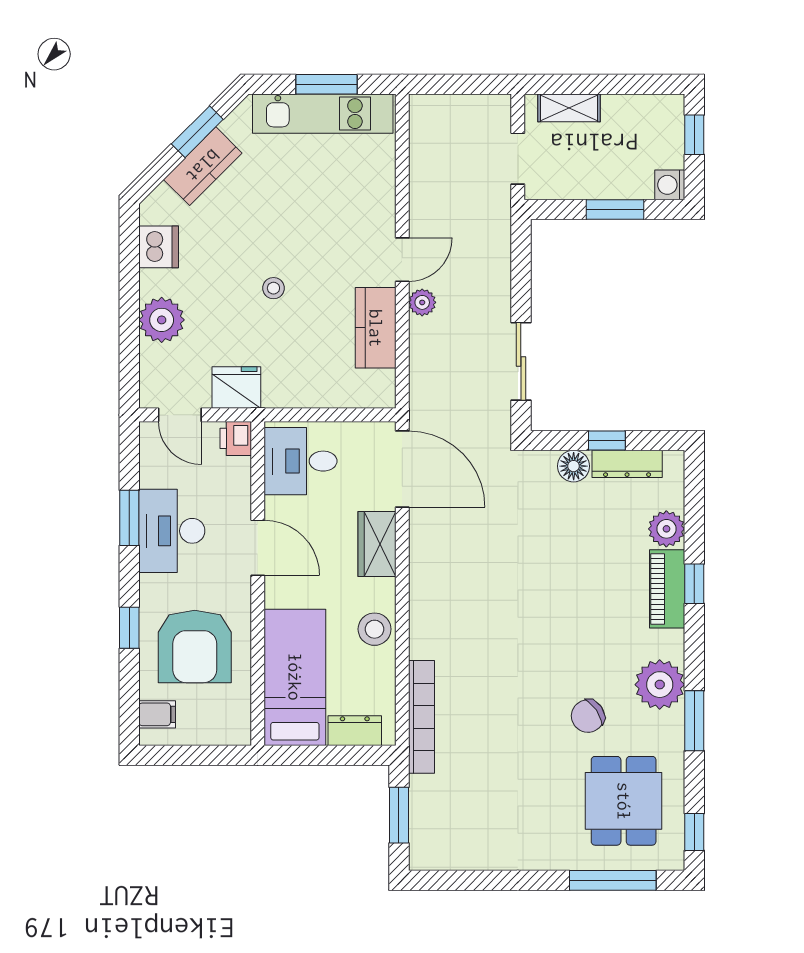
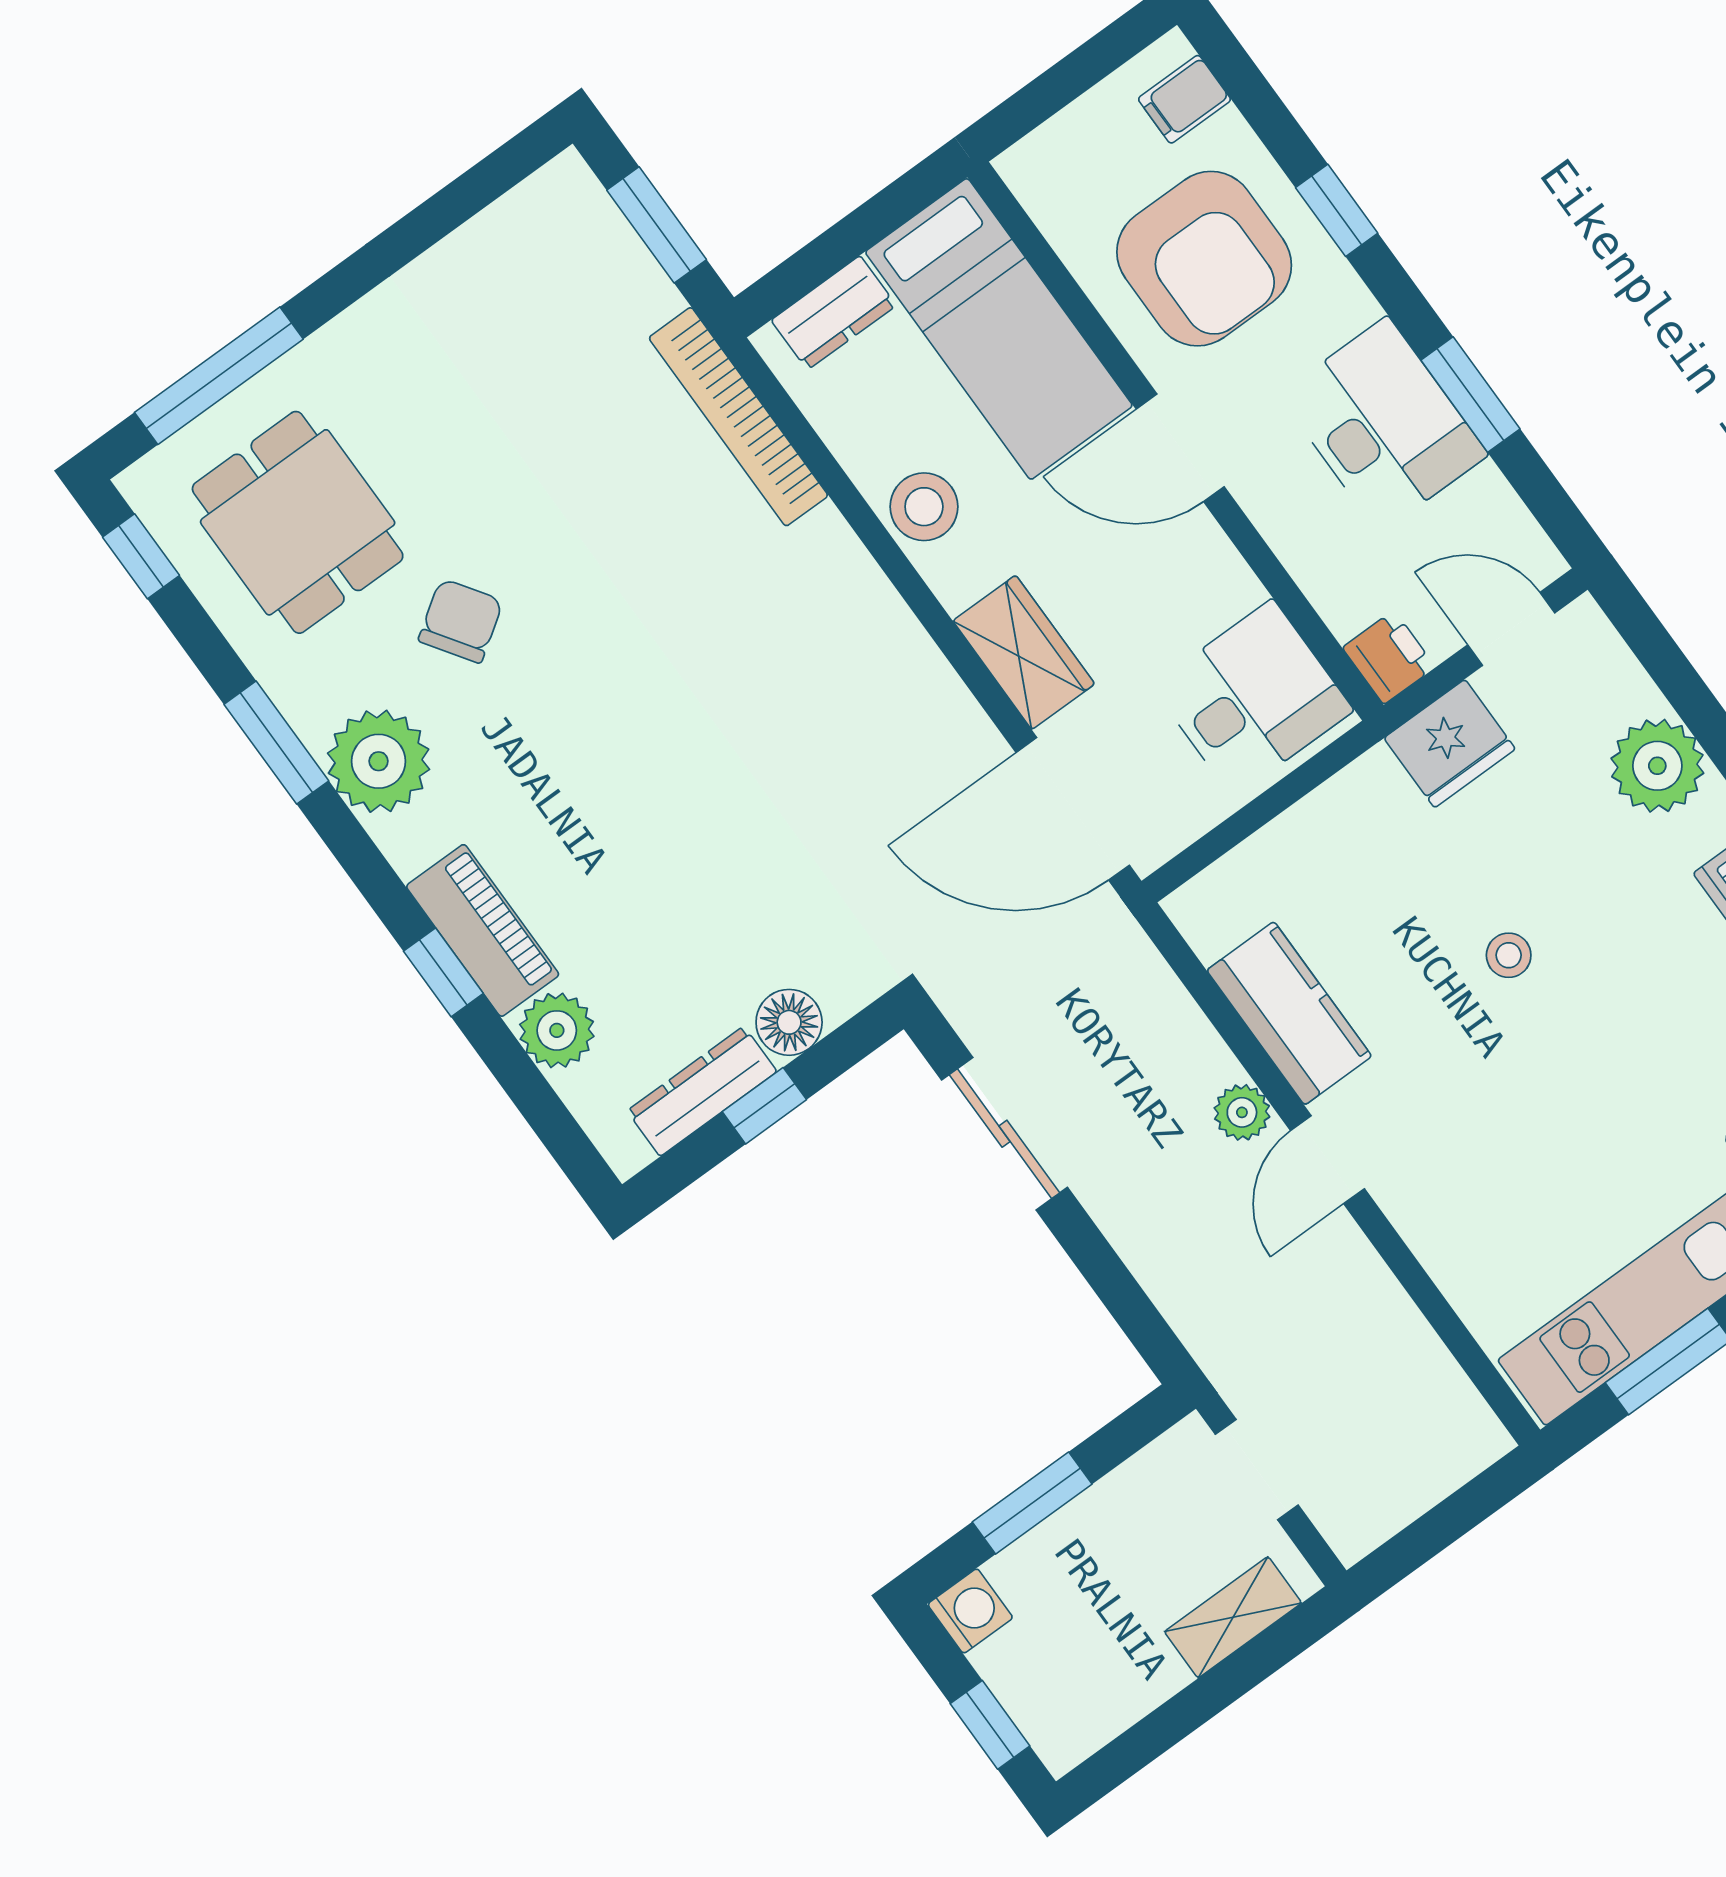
door: (258, 548) -> (1180, 448), moved
armchair: (195, 647) -> (1204, 259), turned 180

